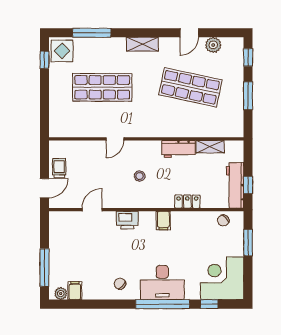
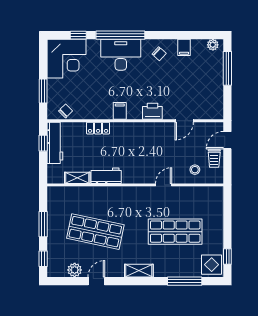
stool: (140, 176) -> (195, 170), moved
filing cabinet: (75, 291) -> (184, 47), moved

